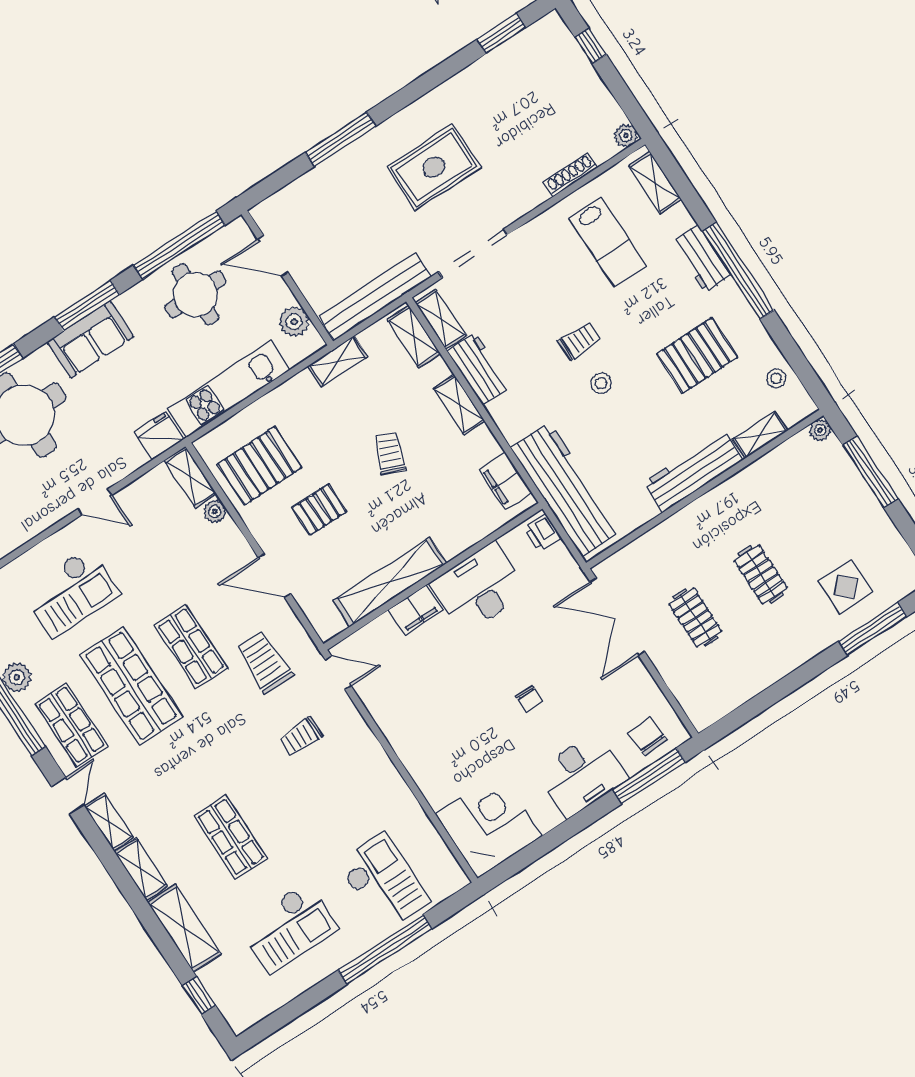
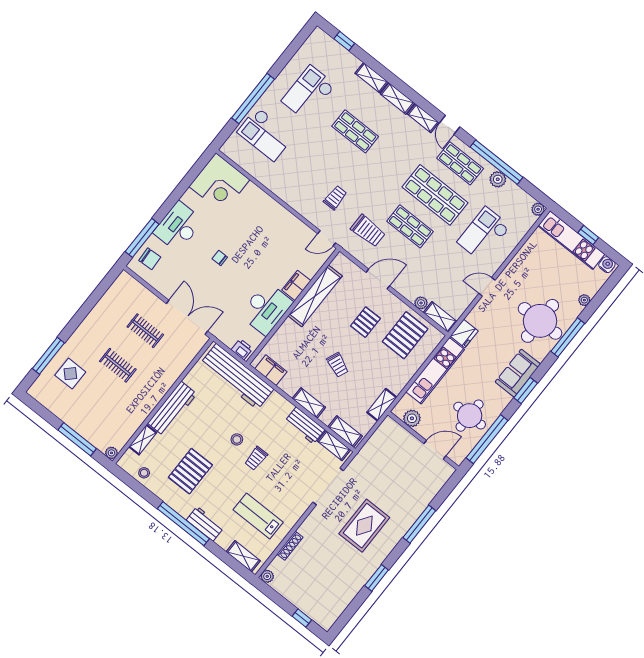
window: (501, 34) -> (377, 578), moved
bench: (375, 297) -> (373, 446), removed
window: (87, 306) -> (526, 390), width x0.69
shelving: (184, 928) -> (372, 78), width x0.67, depth x0.75

